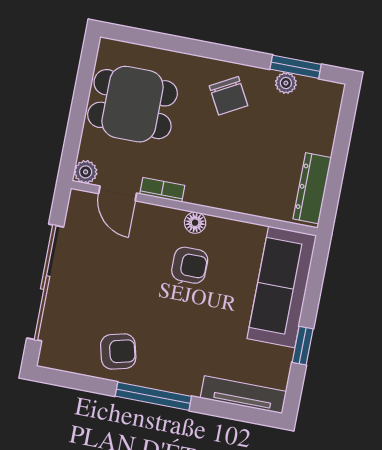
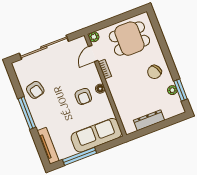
dining table: (133, 104) -> (129, 39), turned 90
dresser: (312, 188) -> (149, 120), moved
window: (303, 346) -> (80, 156), width x2.17

